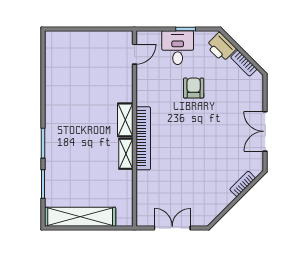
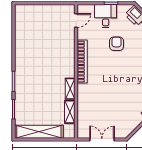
shelving: (125, 120) -> (70, 112), moved
bookcase: (143, 138) -> (82, 62), moved

